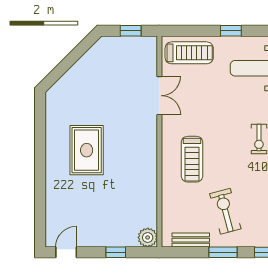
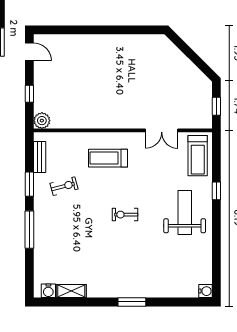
rug: (87, 150) -> (116, 69), removed
exercise bike: (225, 211) -> (64, 186), width x0.73, depth x0.72

